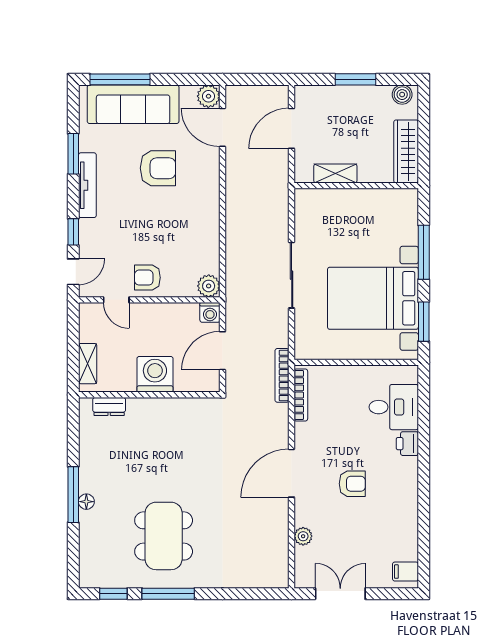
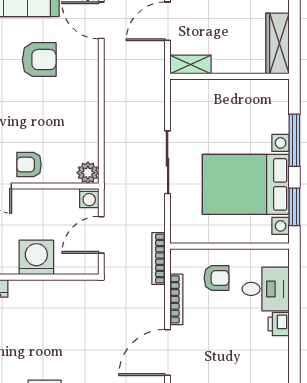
shelving: (335, 173) -> (191, 65), moved
bookcase: (301, 395) -> (176, 299), moved
armchair: (352, 484) -> (216, 278), moved

